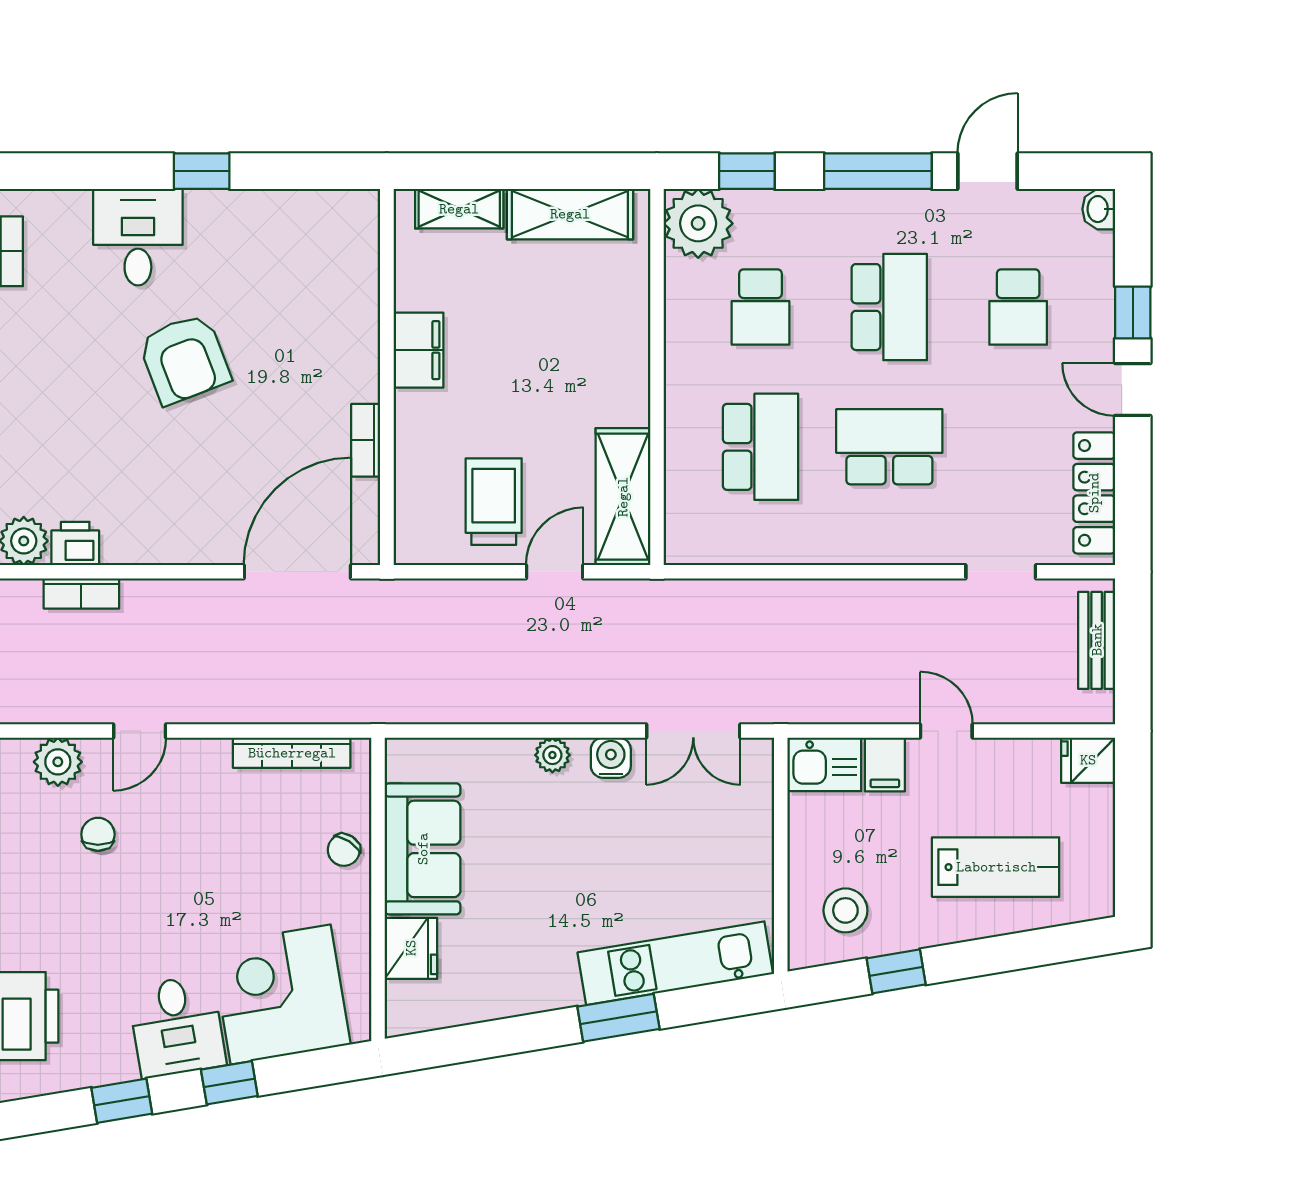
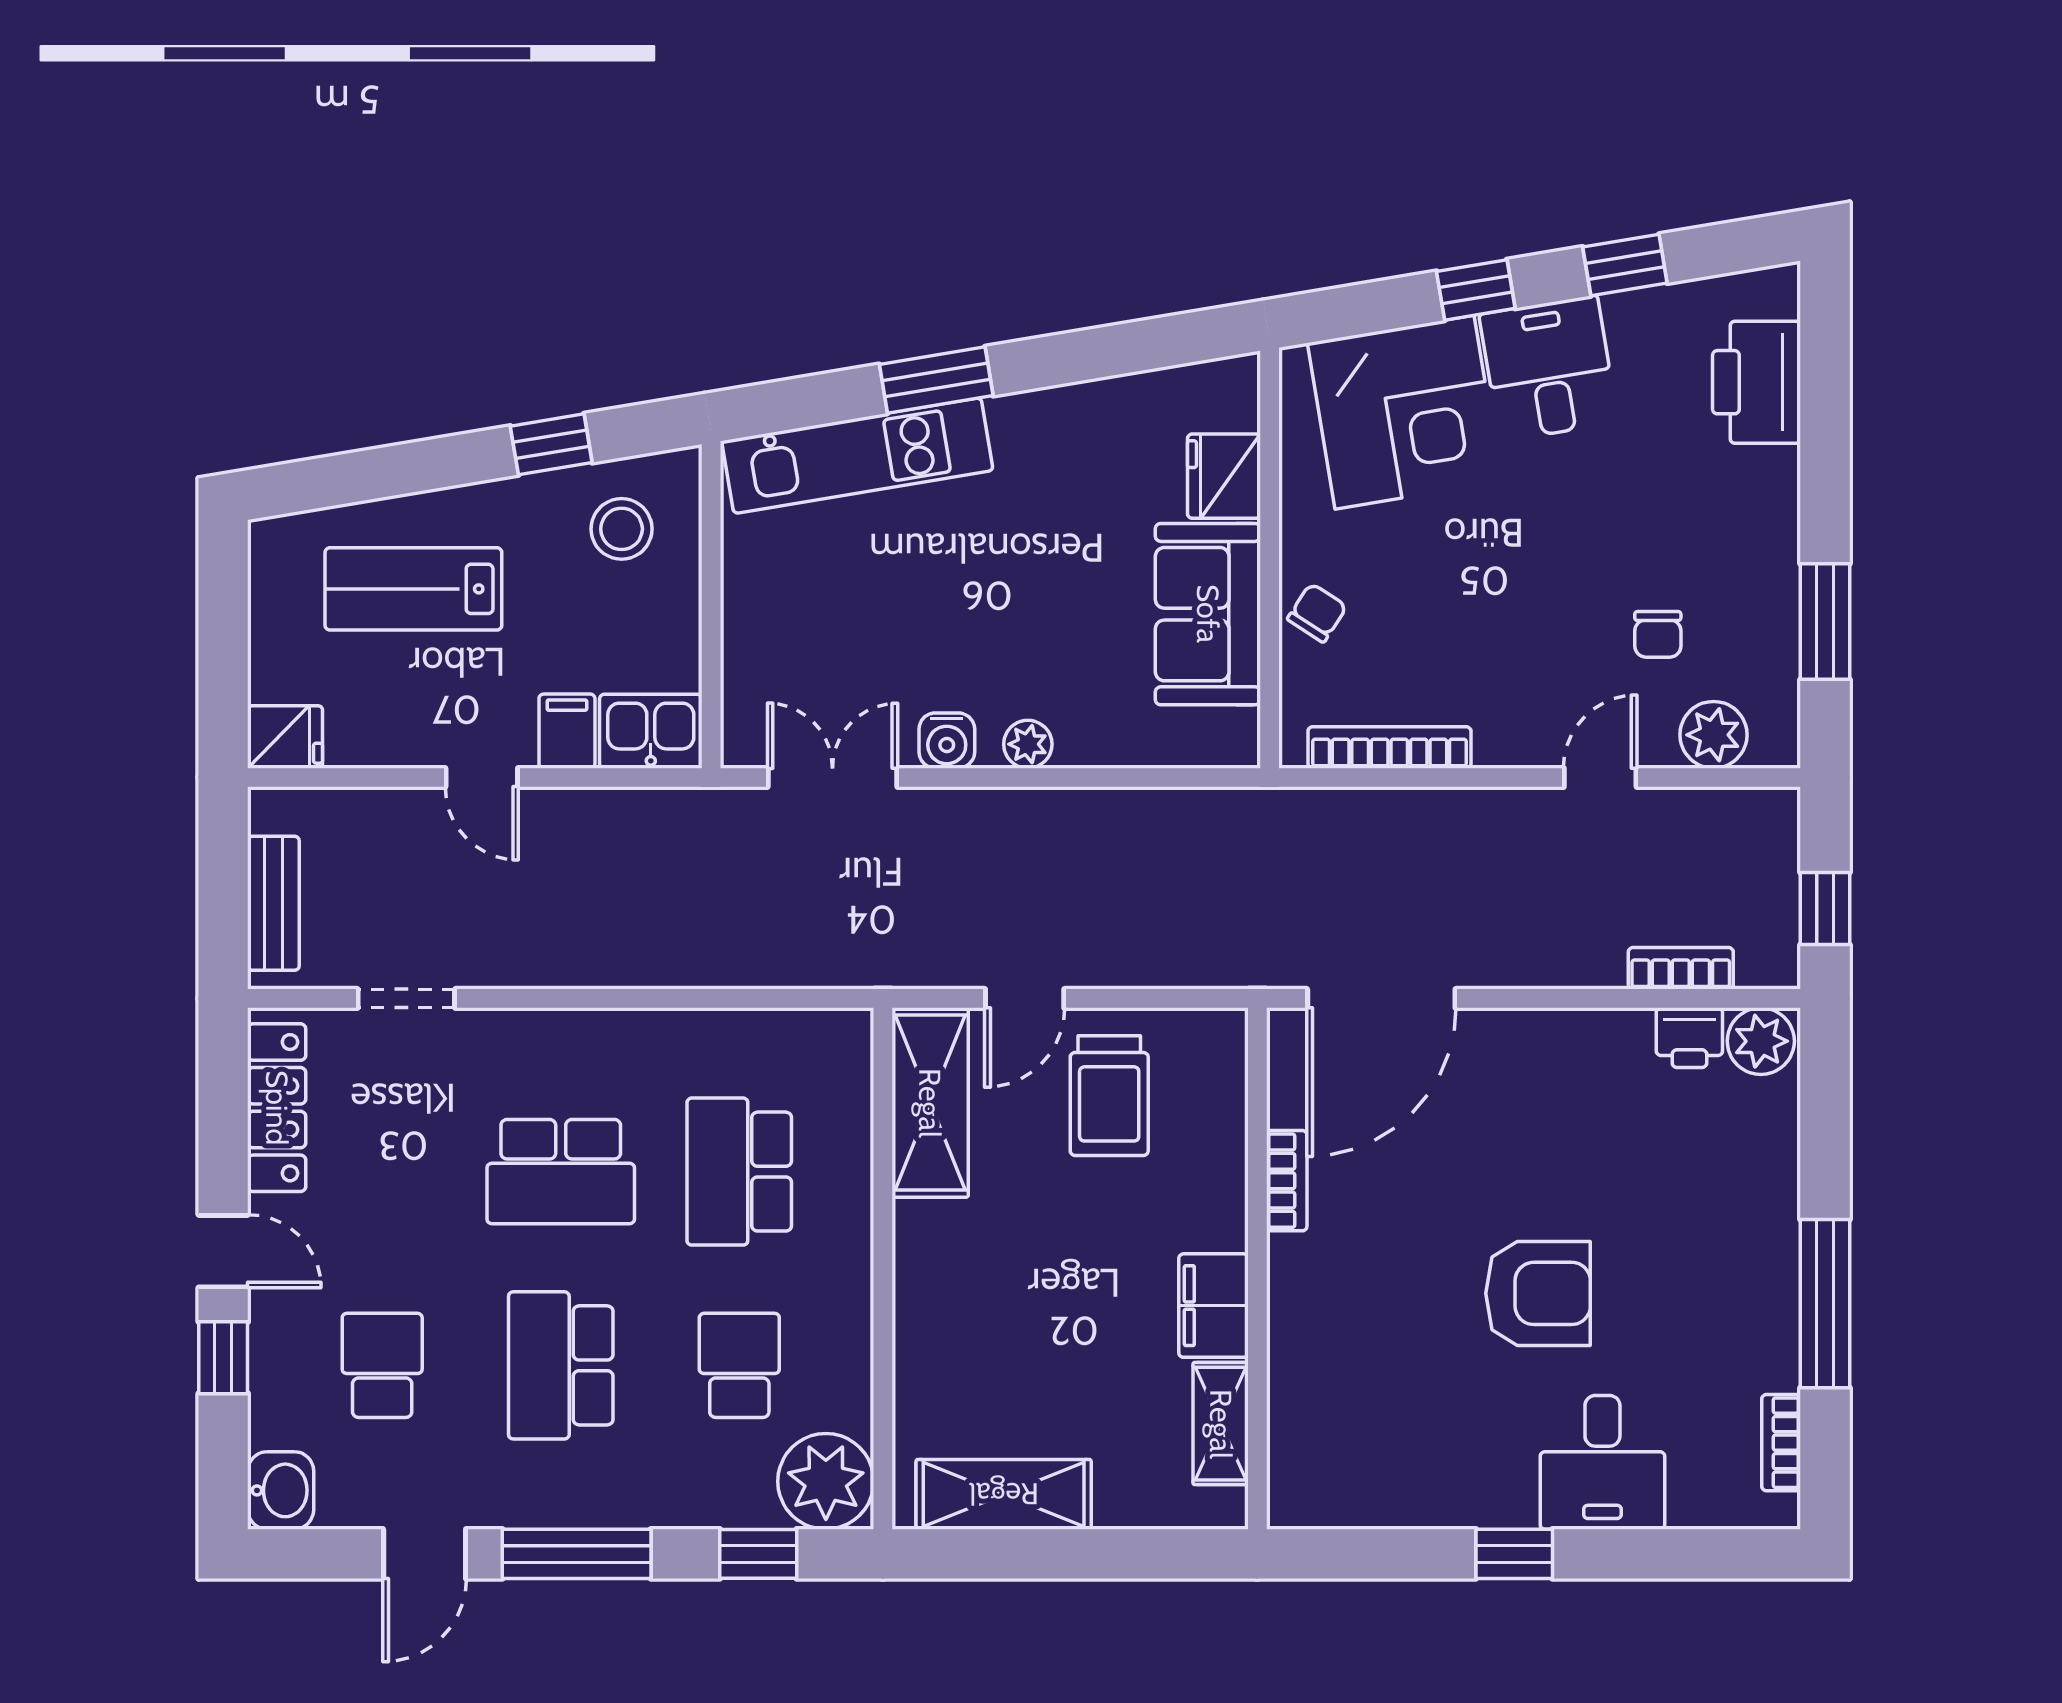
shelving: (459, 209) -> (1221, 1424), moved, turned 90
washbasin: (1099, 209) -> (281, 1490), width x1.38, depth x1.45
armchair: (184, 359) -> (1538, 1293), turned 111

